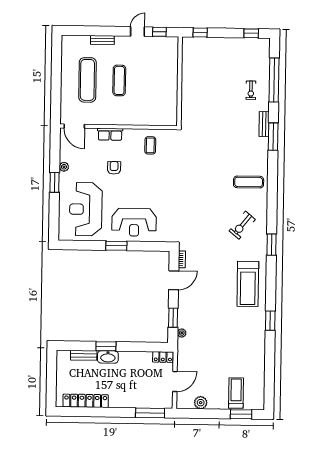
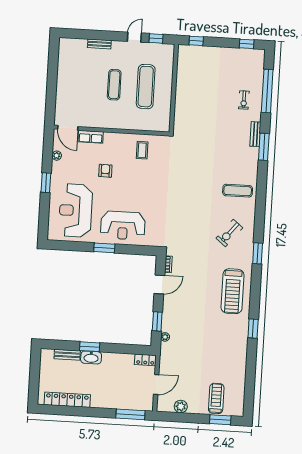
exercise mat: (87, 80) -> (146, 87), moved
row of seats: (110, 134) -> (91, 137), moved
plant: (64, 167) -> (57, 156), moved

